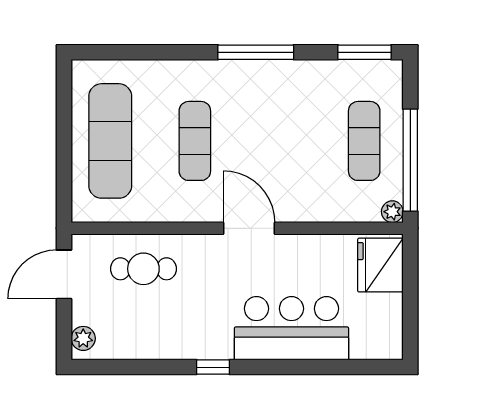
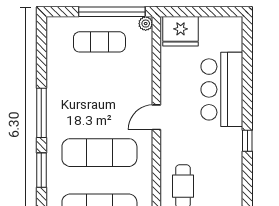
window: (364, 52) -> (41, 170), moved
exercise mat: (195, 141) -> (99, 153), width x1.36, depth x1.45
door: (249, 228) -> (156, 117), width x0.73

